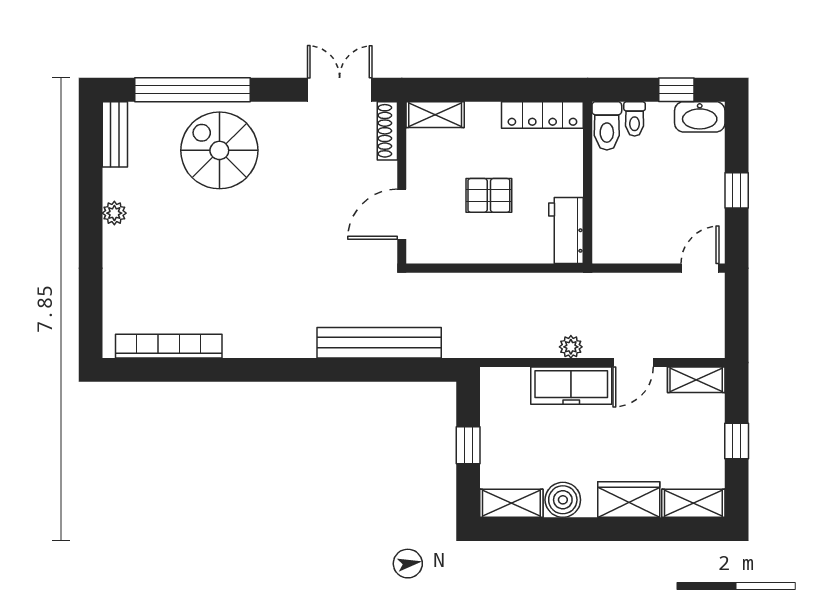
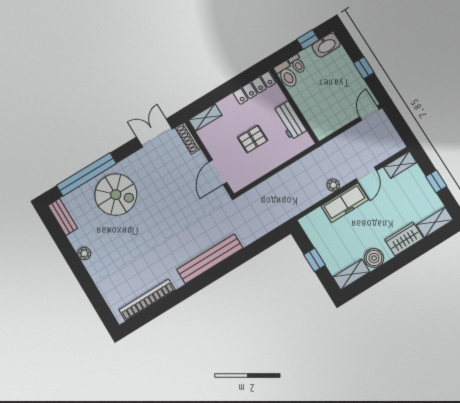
spiral stairs: (219, 150) -> (116, 195), turned 180
workbench: (566, 231) -> (290, 120), moved
bench: (379, 343) -> (210, 259), moved

